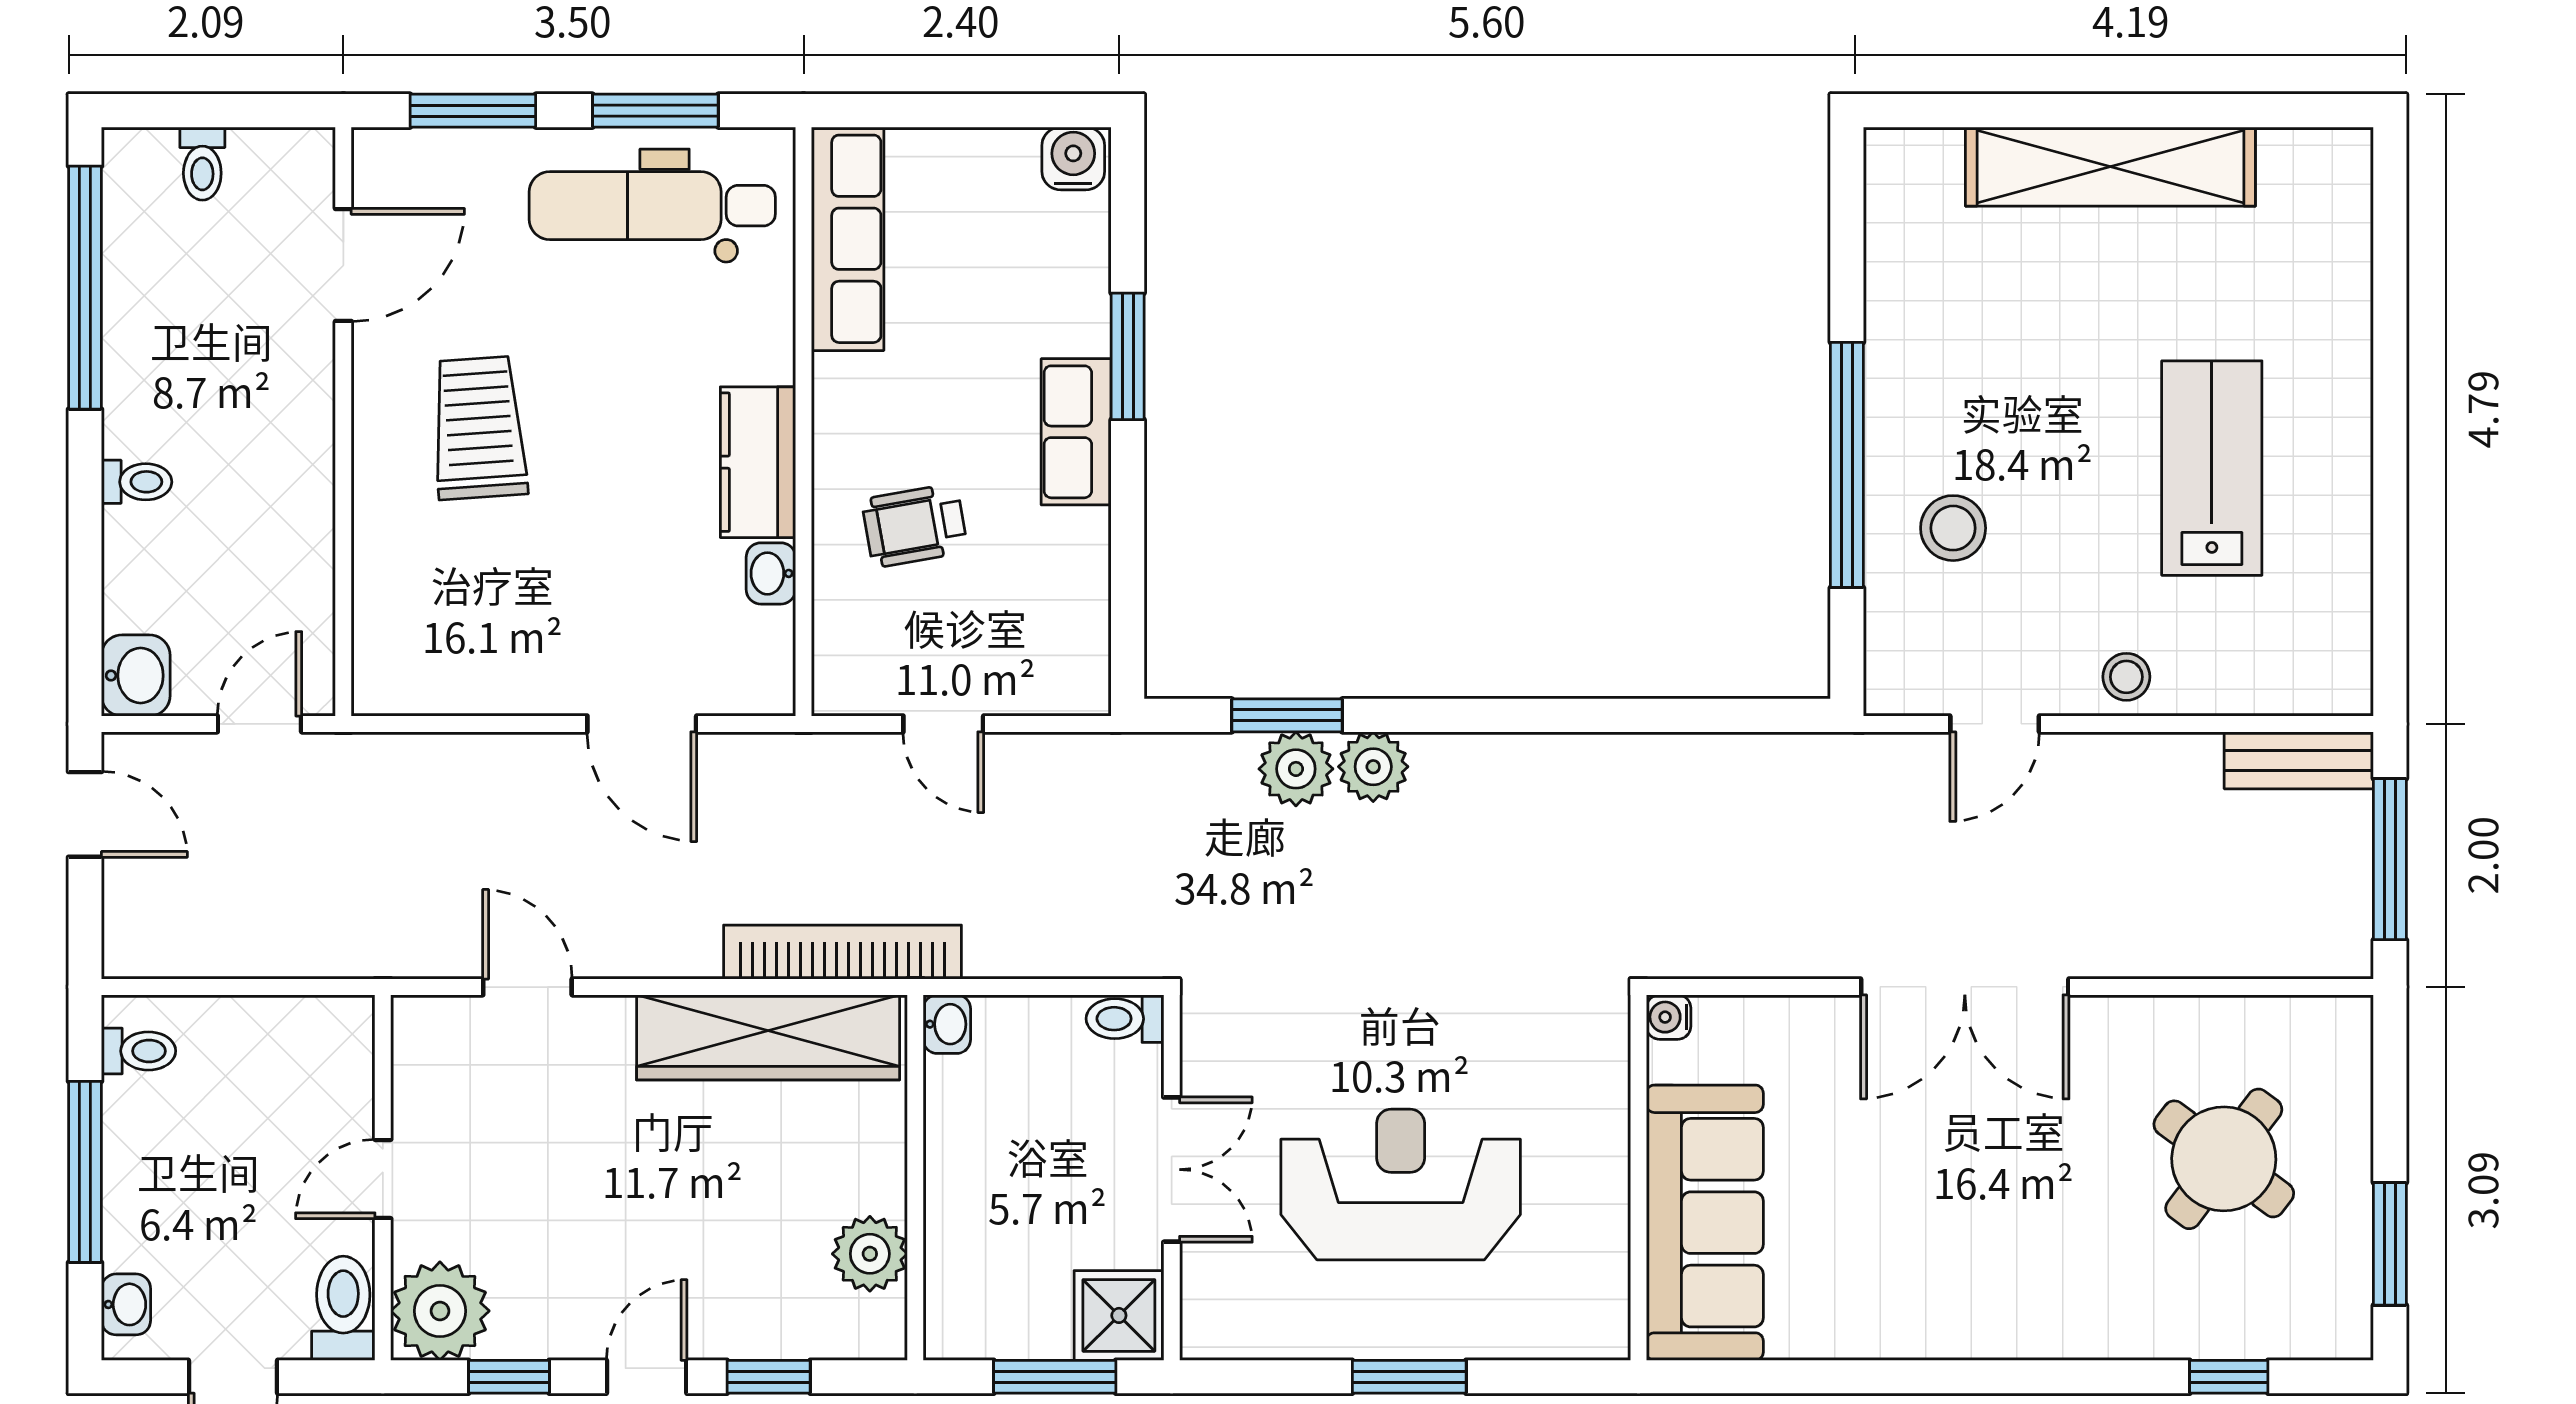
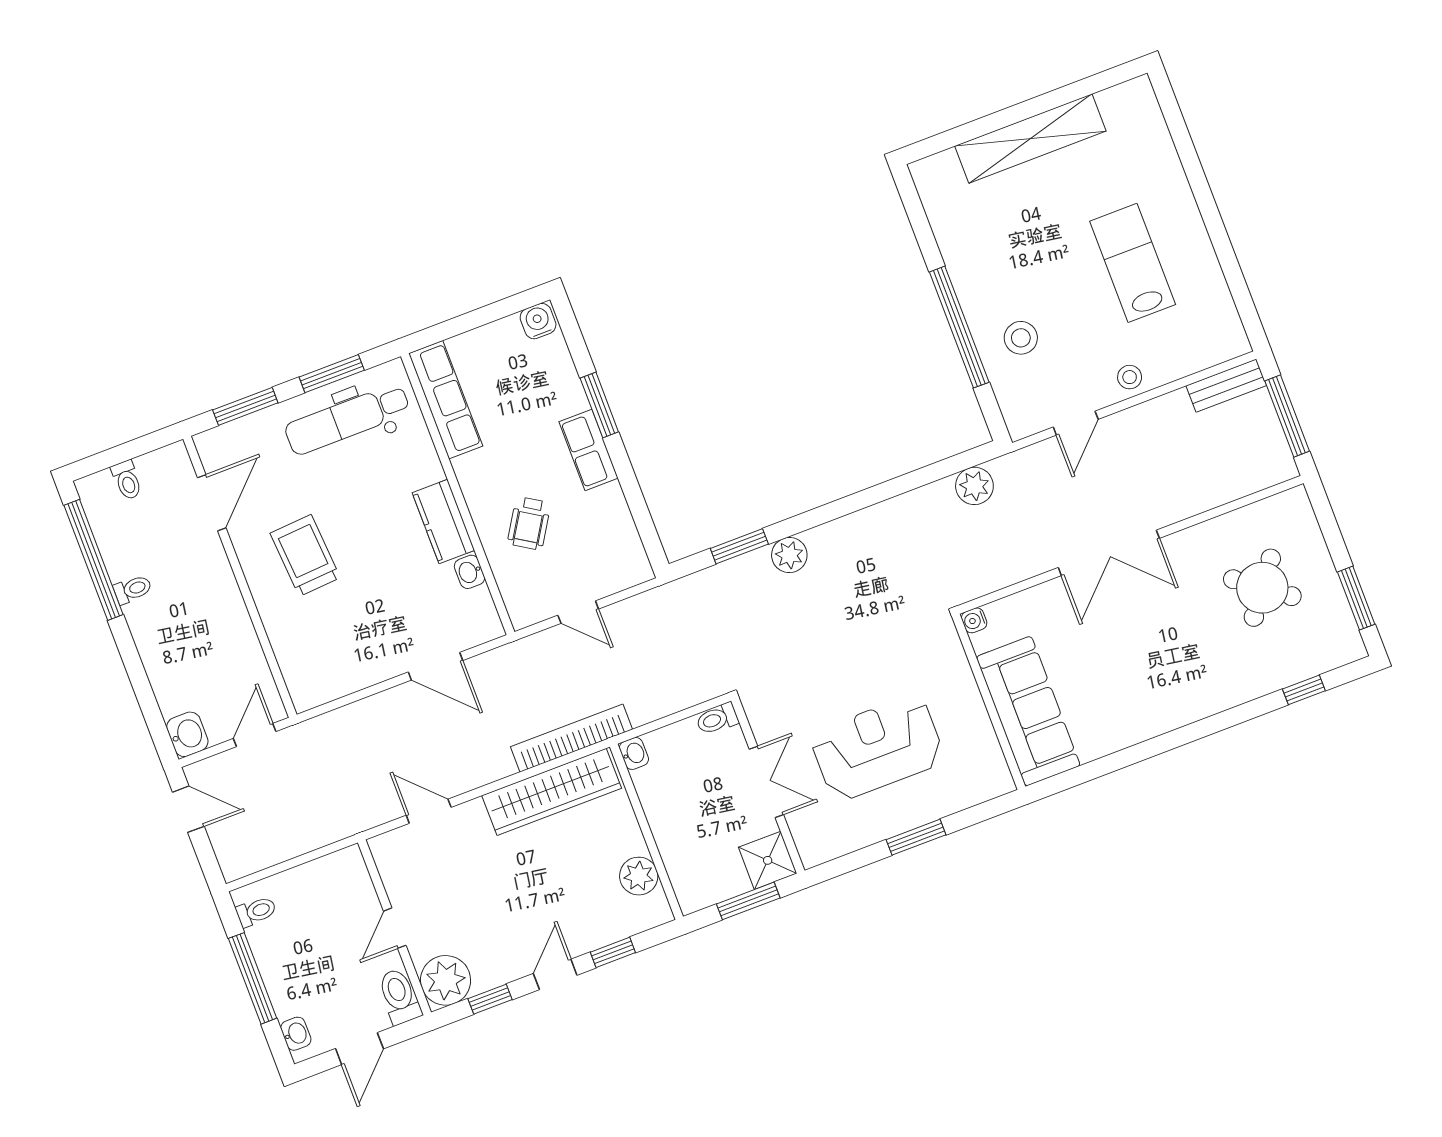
toilet: (137, 482) -> (133, 589), moved
wheelchair: (915, 526) -> (529, 523), turned -48
plant: (1296, 769) -> (974, 486), moved

